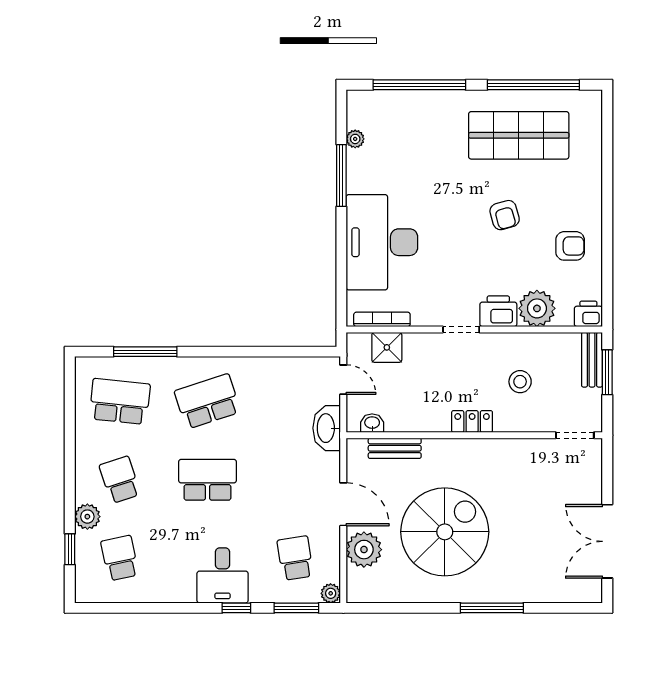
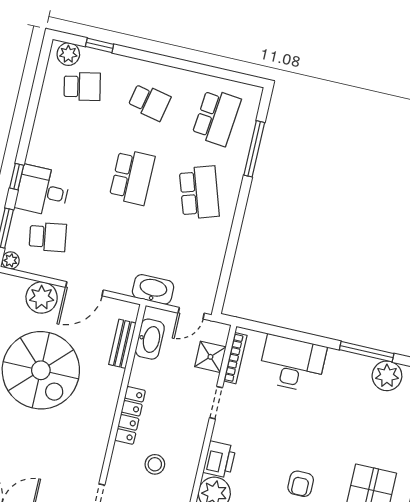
plant: (355, 139) -> (387, 376), width x1.87, depth x1.87
armchair: (505, 215) -> (301, 484), turned -74
desk: (382, 242) -> (292, 364), width x0.73, depth x0.77
doorway: (461, 329) -> (216, 403), moved
locker: (472, 422) -> (130, 415), width x1.53
washbasin: (372, 423) -> (150, 339), width x1.91, depth x1.45
school desk: (120, 480) -> (149, 102), turned 30
plant: (87, 517) -> (68, 54), moved
desk: (223, 575) -> (43, 191), moved

